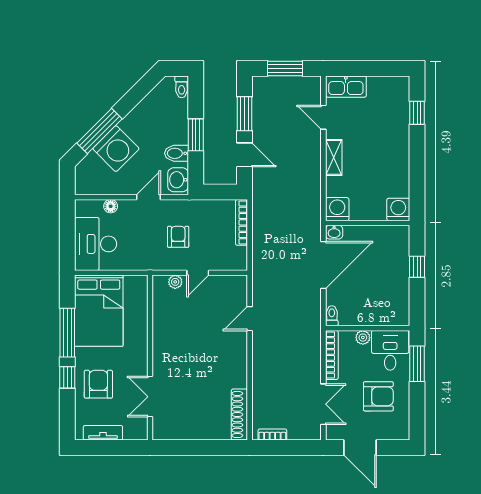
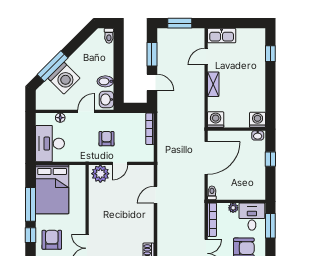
door: (323, 117) -> (206, 57), hinge flipped
window: (196, 135) -> (119, 69), removed
washbasin: (334, 232) -> (258, 135), moved
plant: (175, 282) -> (100, 174), width x1.87, depth x1.87

